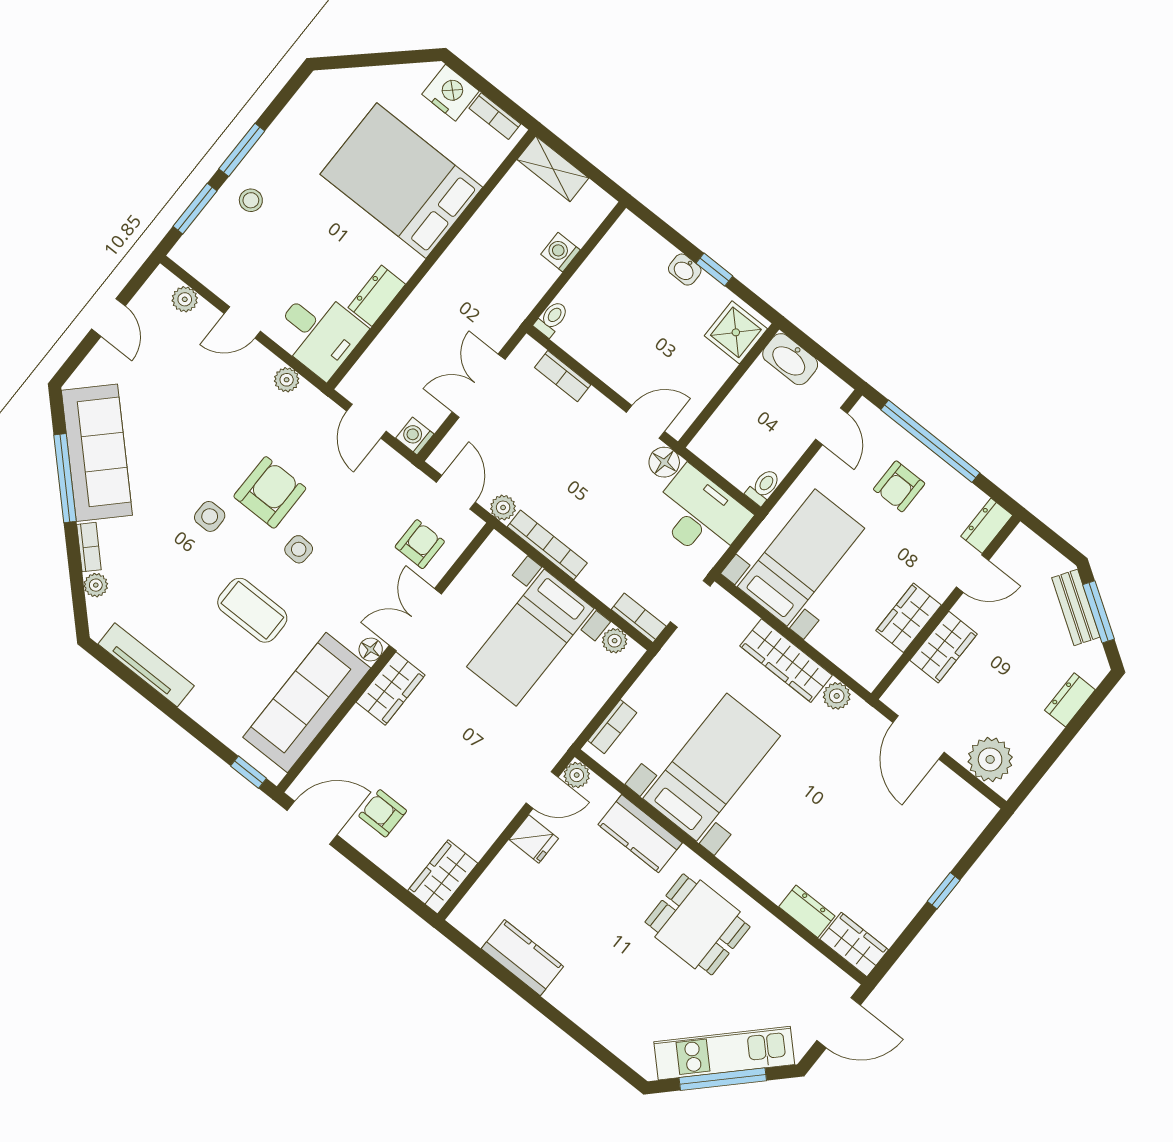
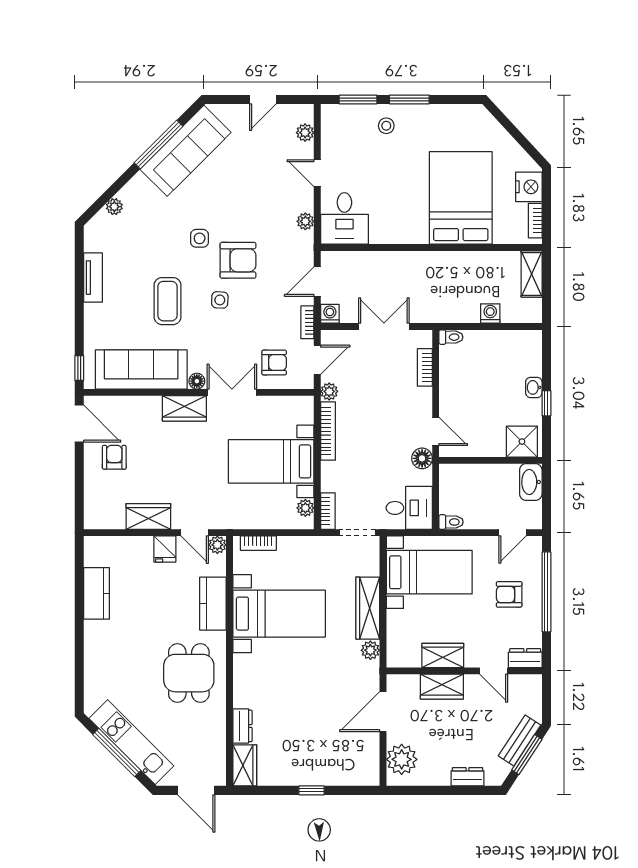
dresser: (377, 296) -> (389, 234), removed
desk: (700, 515) -> (409, 508), width x0.73
bookcase: (89, 547) -> (307, 322), moved, turned 135
tv unit: (146, 665) -> (93, 278), width x0.71
wardrobe: (443, 877) -> (148, 516), moved

